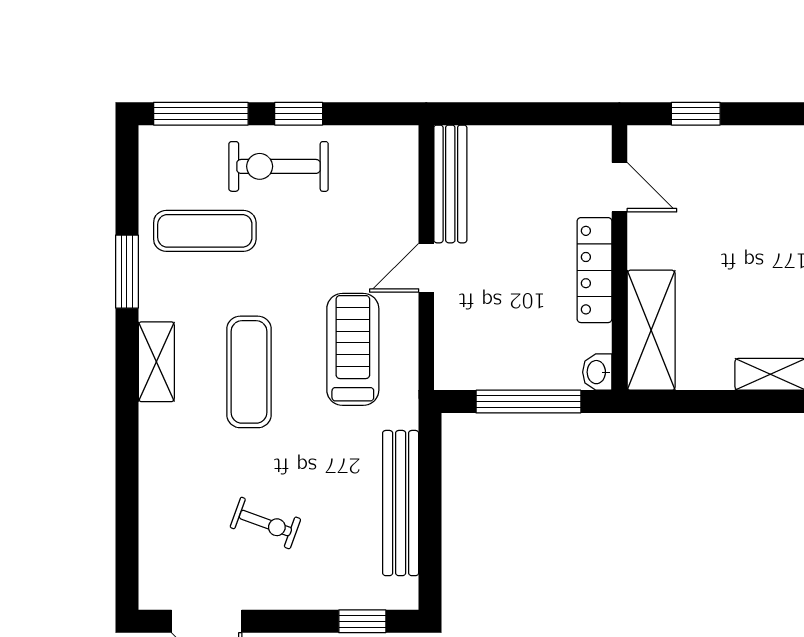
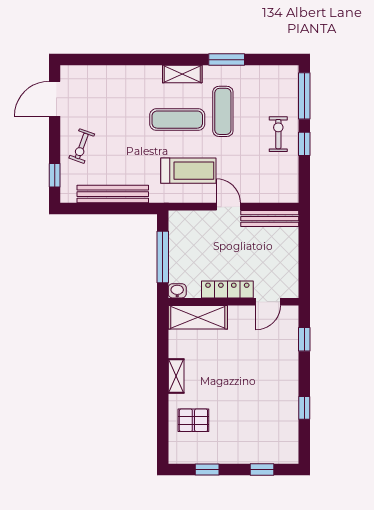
exercise bike: (278, 166) -> (278, 134), width x0.73, depth x0.72
exercise mat: (205, 231) -> (223, 111), moved
exercise bike: (265, 523) -> (82, 146), moved

